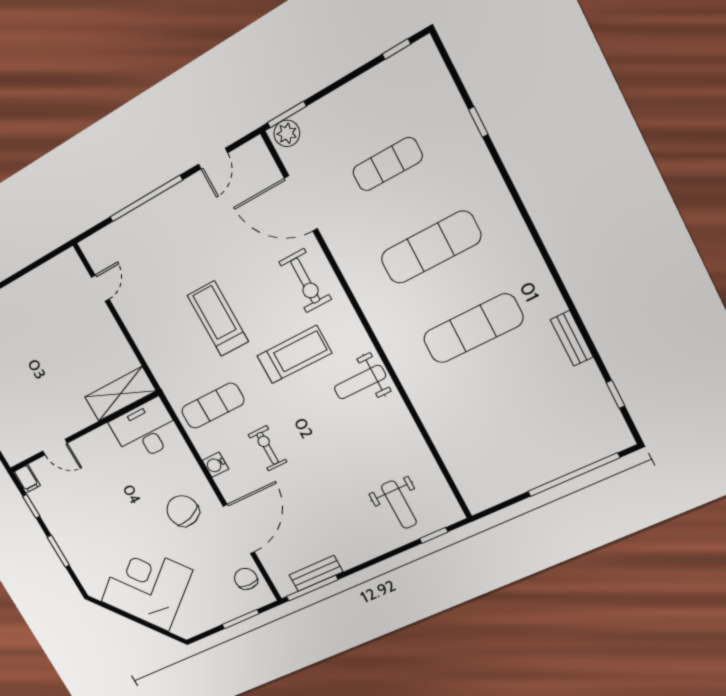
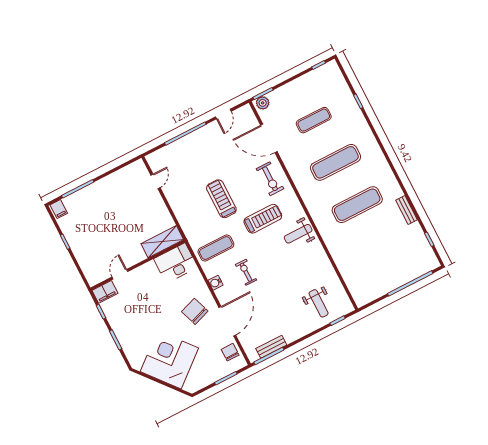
door: (55, 447) -> (120, 274), swing flipped
filing cabinet: (27, 479) -> (105, 292), width x2.00

